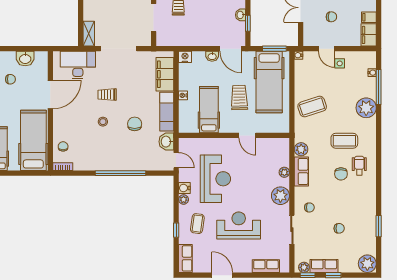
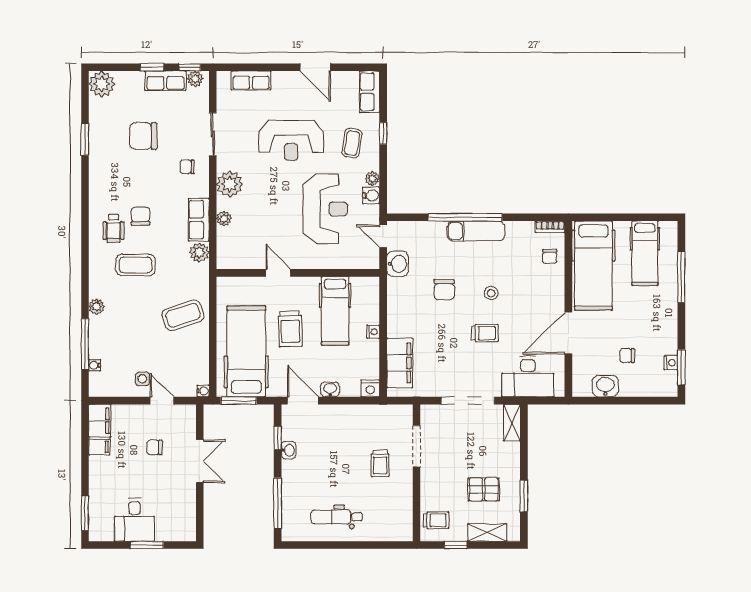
plant: (366, 108) -> (97, 307), width x0.53, depth x0.53
exam couch: (167, 112) -> (476, 231), moved, turned 90
reception desk: (215, 179) -> (325, 209), turned 180
chair: (339, 228) -> (143, 136), width x1.87, depth x1.87

